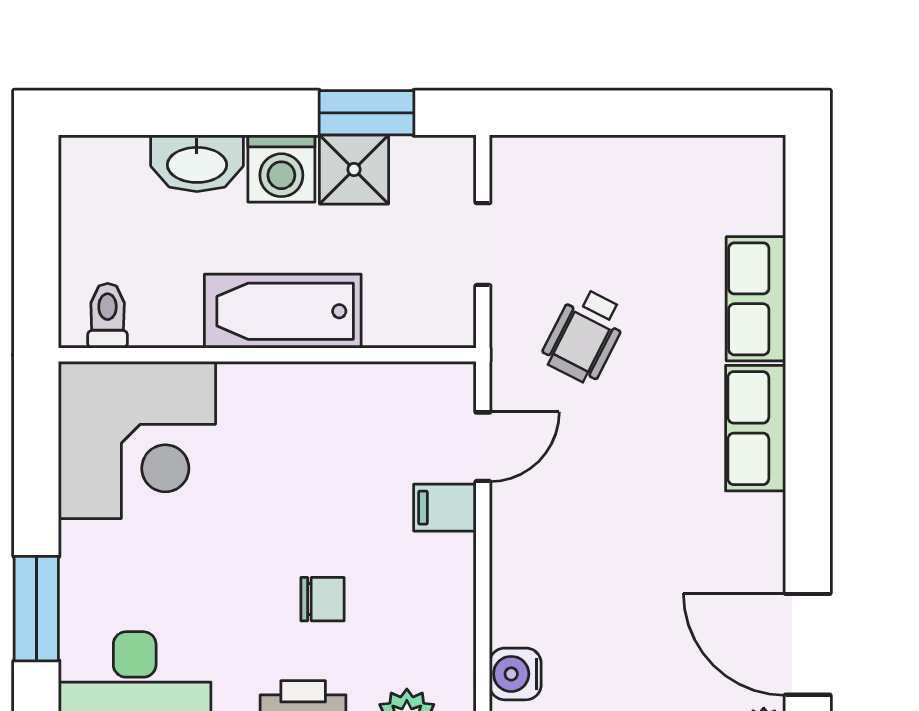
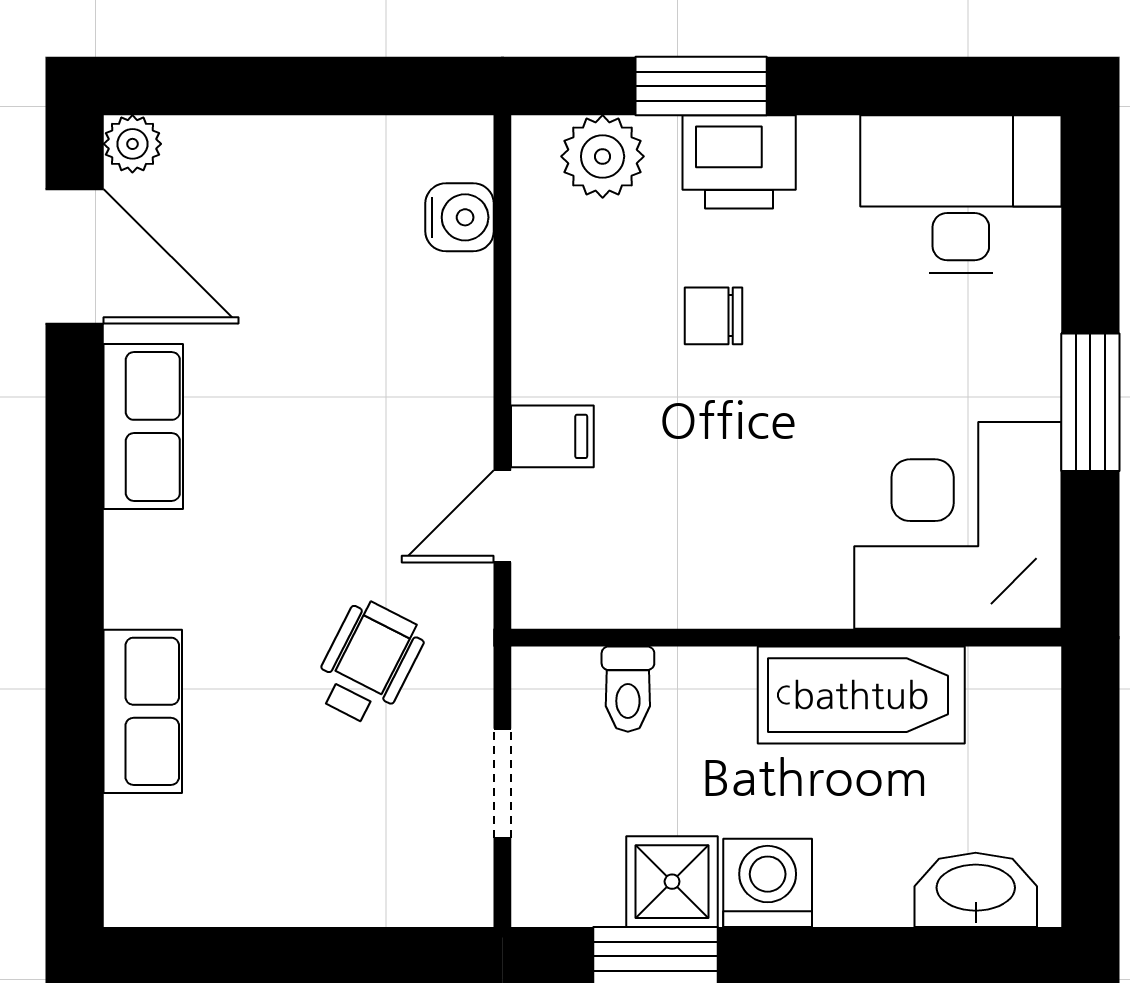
washbasin: (197, 163) -> (976, 890), moved
bathtub: (283, 311) -> (861, 695), moved
toilet: (108, 316) -> (628, 689), moved
row of seats: (756, 428) -> (143, 426), moved
window: (36, 609) -> (1090, 402), moved

